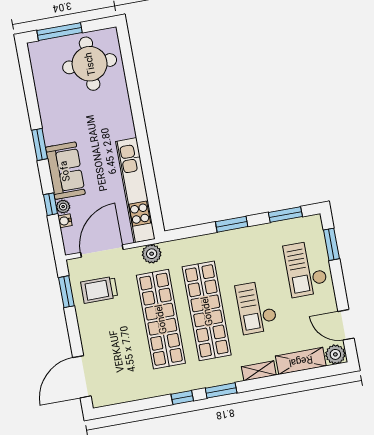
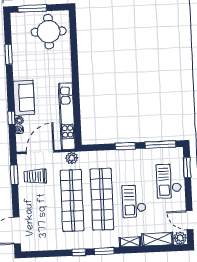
window: (40, 144) -> (9, 54), moved
window: (285, 214) -> (160, 145), width x1.44

